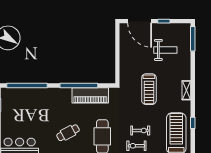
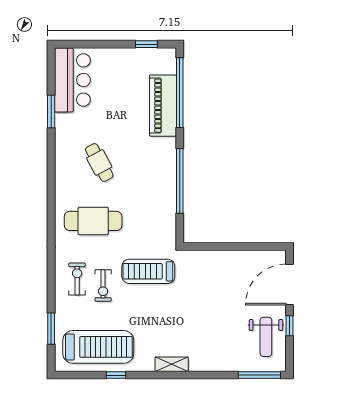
weight bench: (165, 50) -> (266, 337), moved
treadmill: (149, 89) -> (148, 271), moved
piano: (90, 95) -> (163, 106), moved

